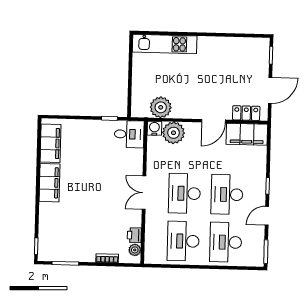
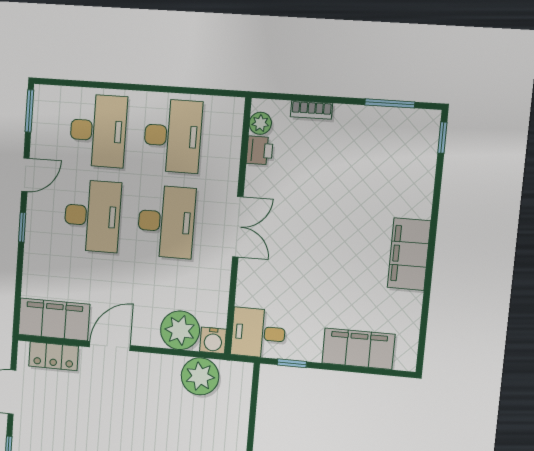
filing cabinet: (51, 143) -> (358, 349), moved, turned 90

